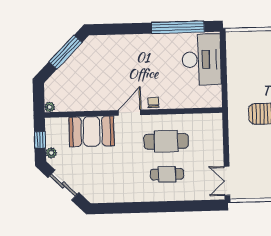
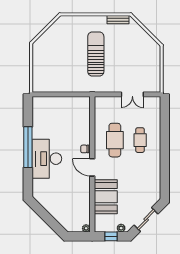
window: (178, 27) -> (28, 147), moved
window: (65, 52) -> (44, 215), removed
desk: (202, 60) -> (47, 159), moved, turned -90
double door: (227, 181) -> (132, 94), moved

